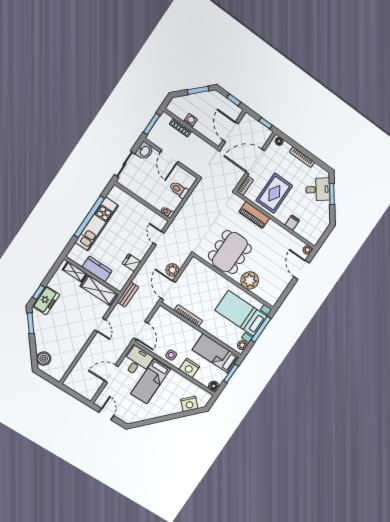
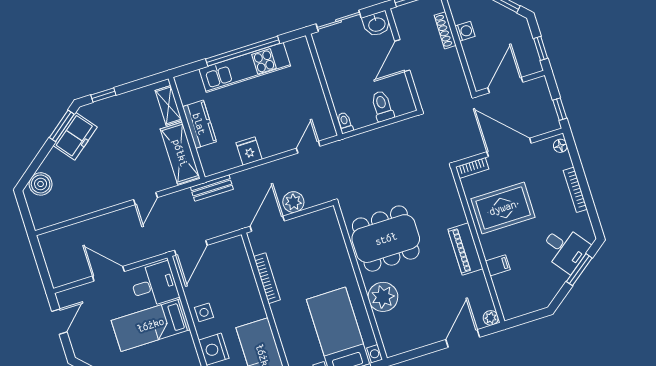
piano: (254, 215) -> (465, 249), moved
freezer: (46, 300) -> (75, 136), moved, turned -38

